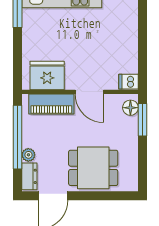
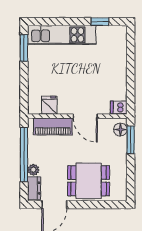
fridge: (47, 76) -> (49, 105), width x0.53, depth x0.75

